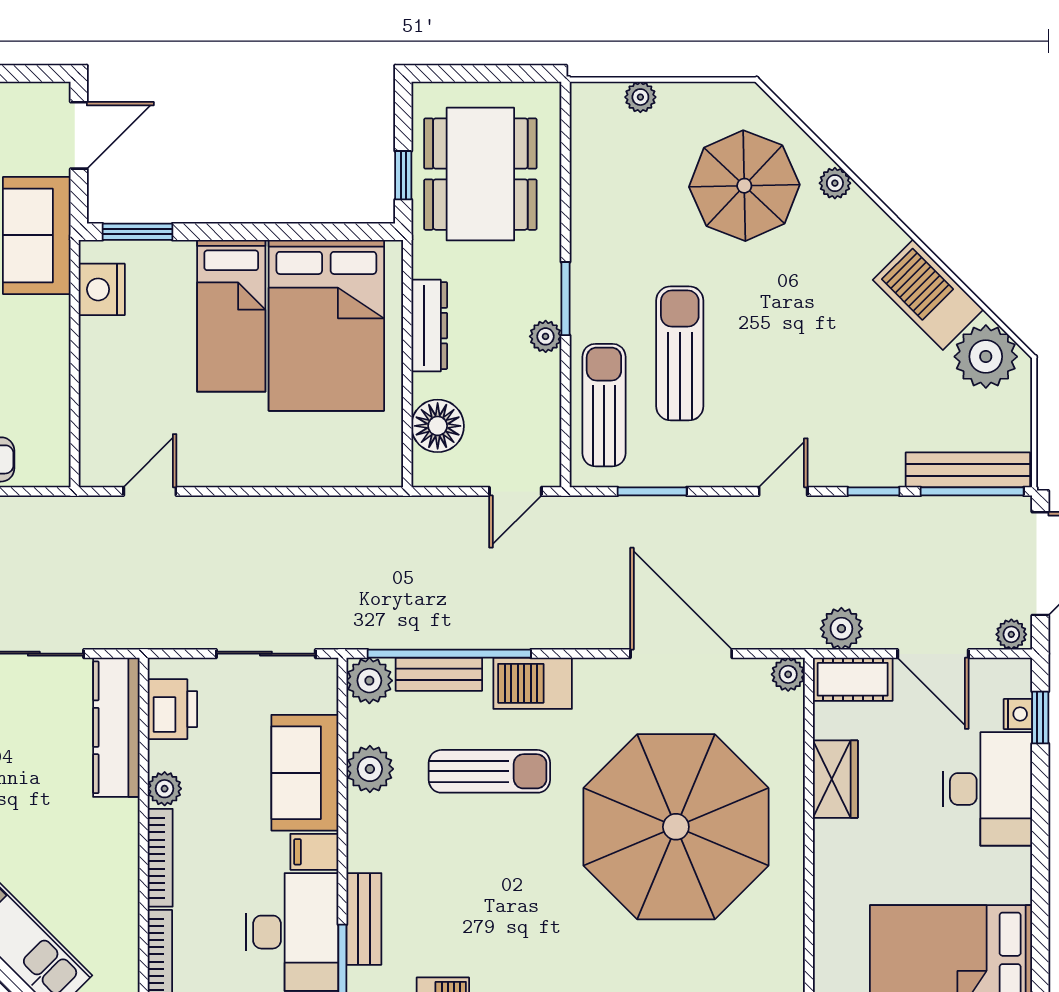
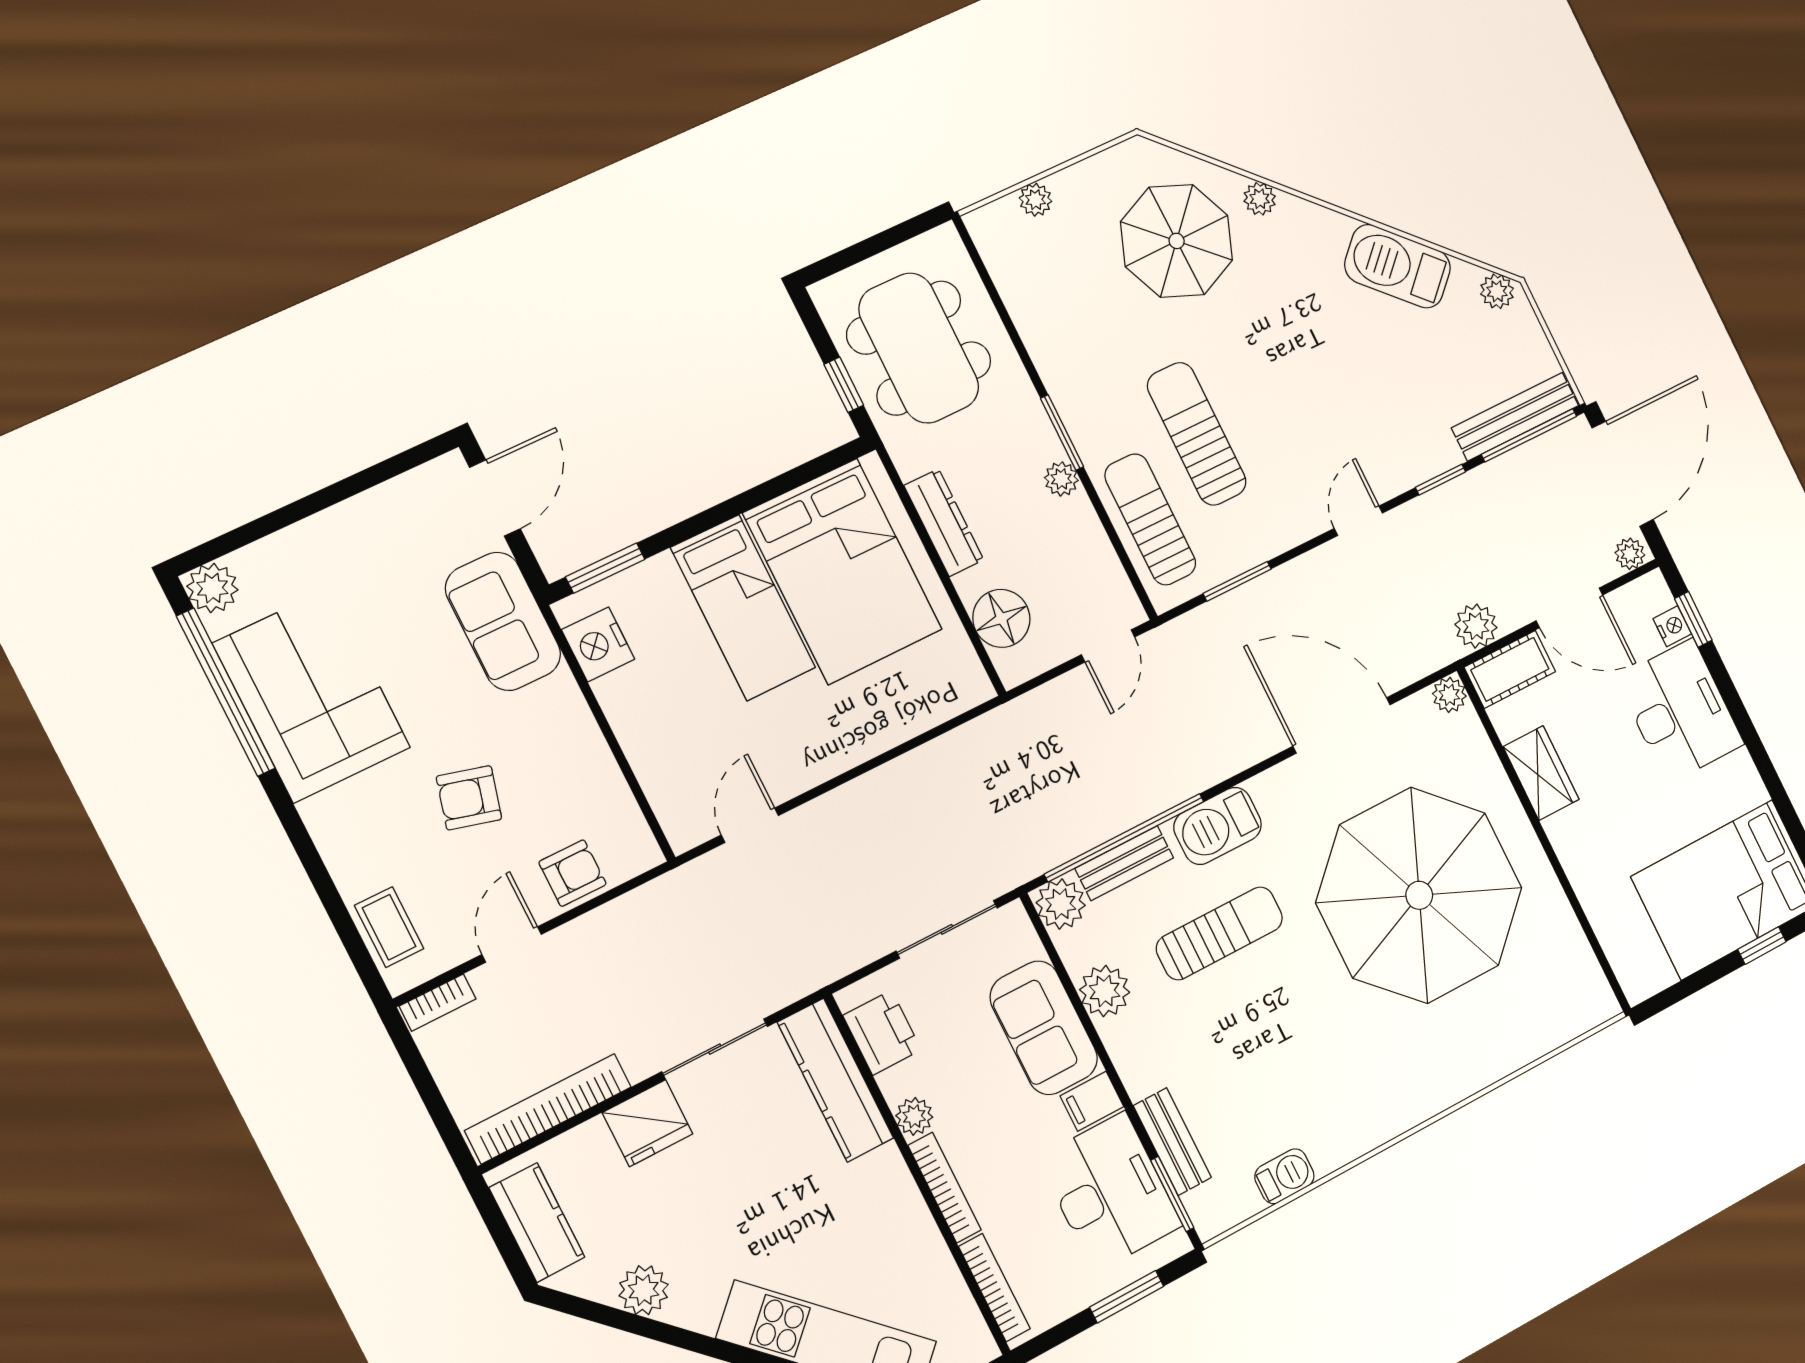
plant: (986, 357) -> (1497, 291), width x0.53, depth x0.53

